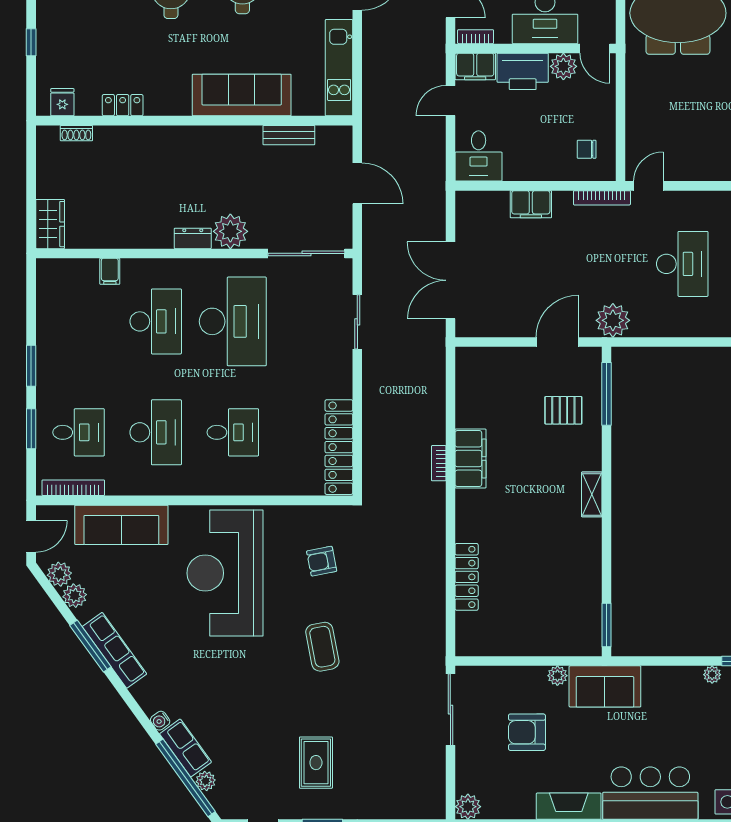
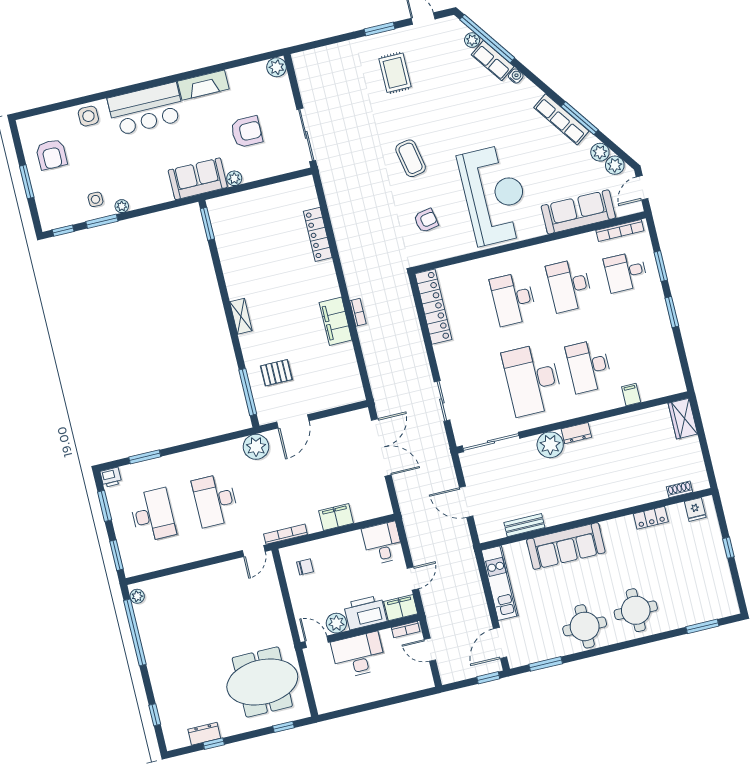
desk: (233, 432) -> (513, 299), width x1.37

